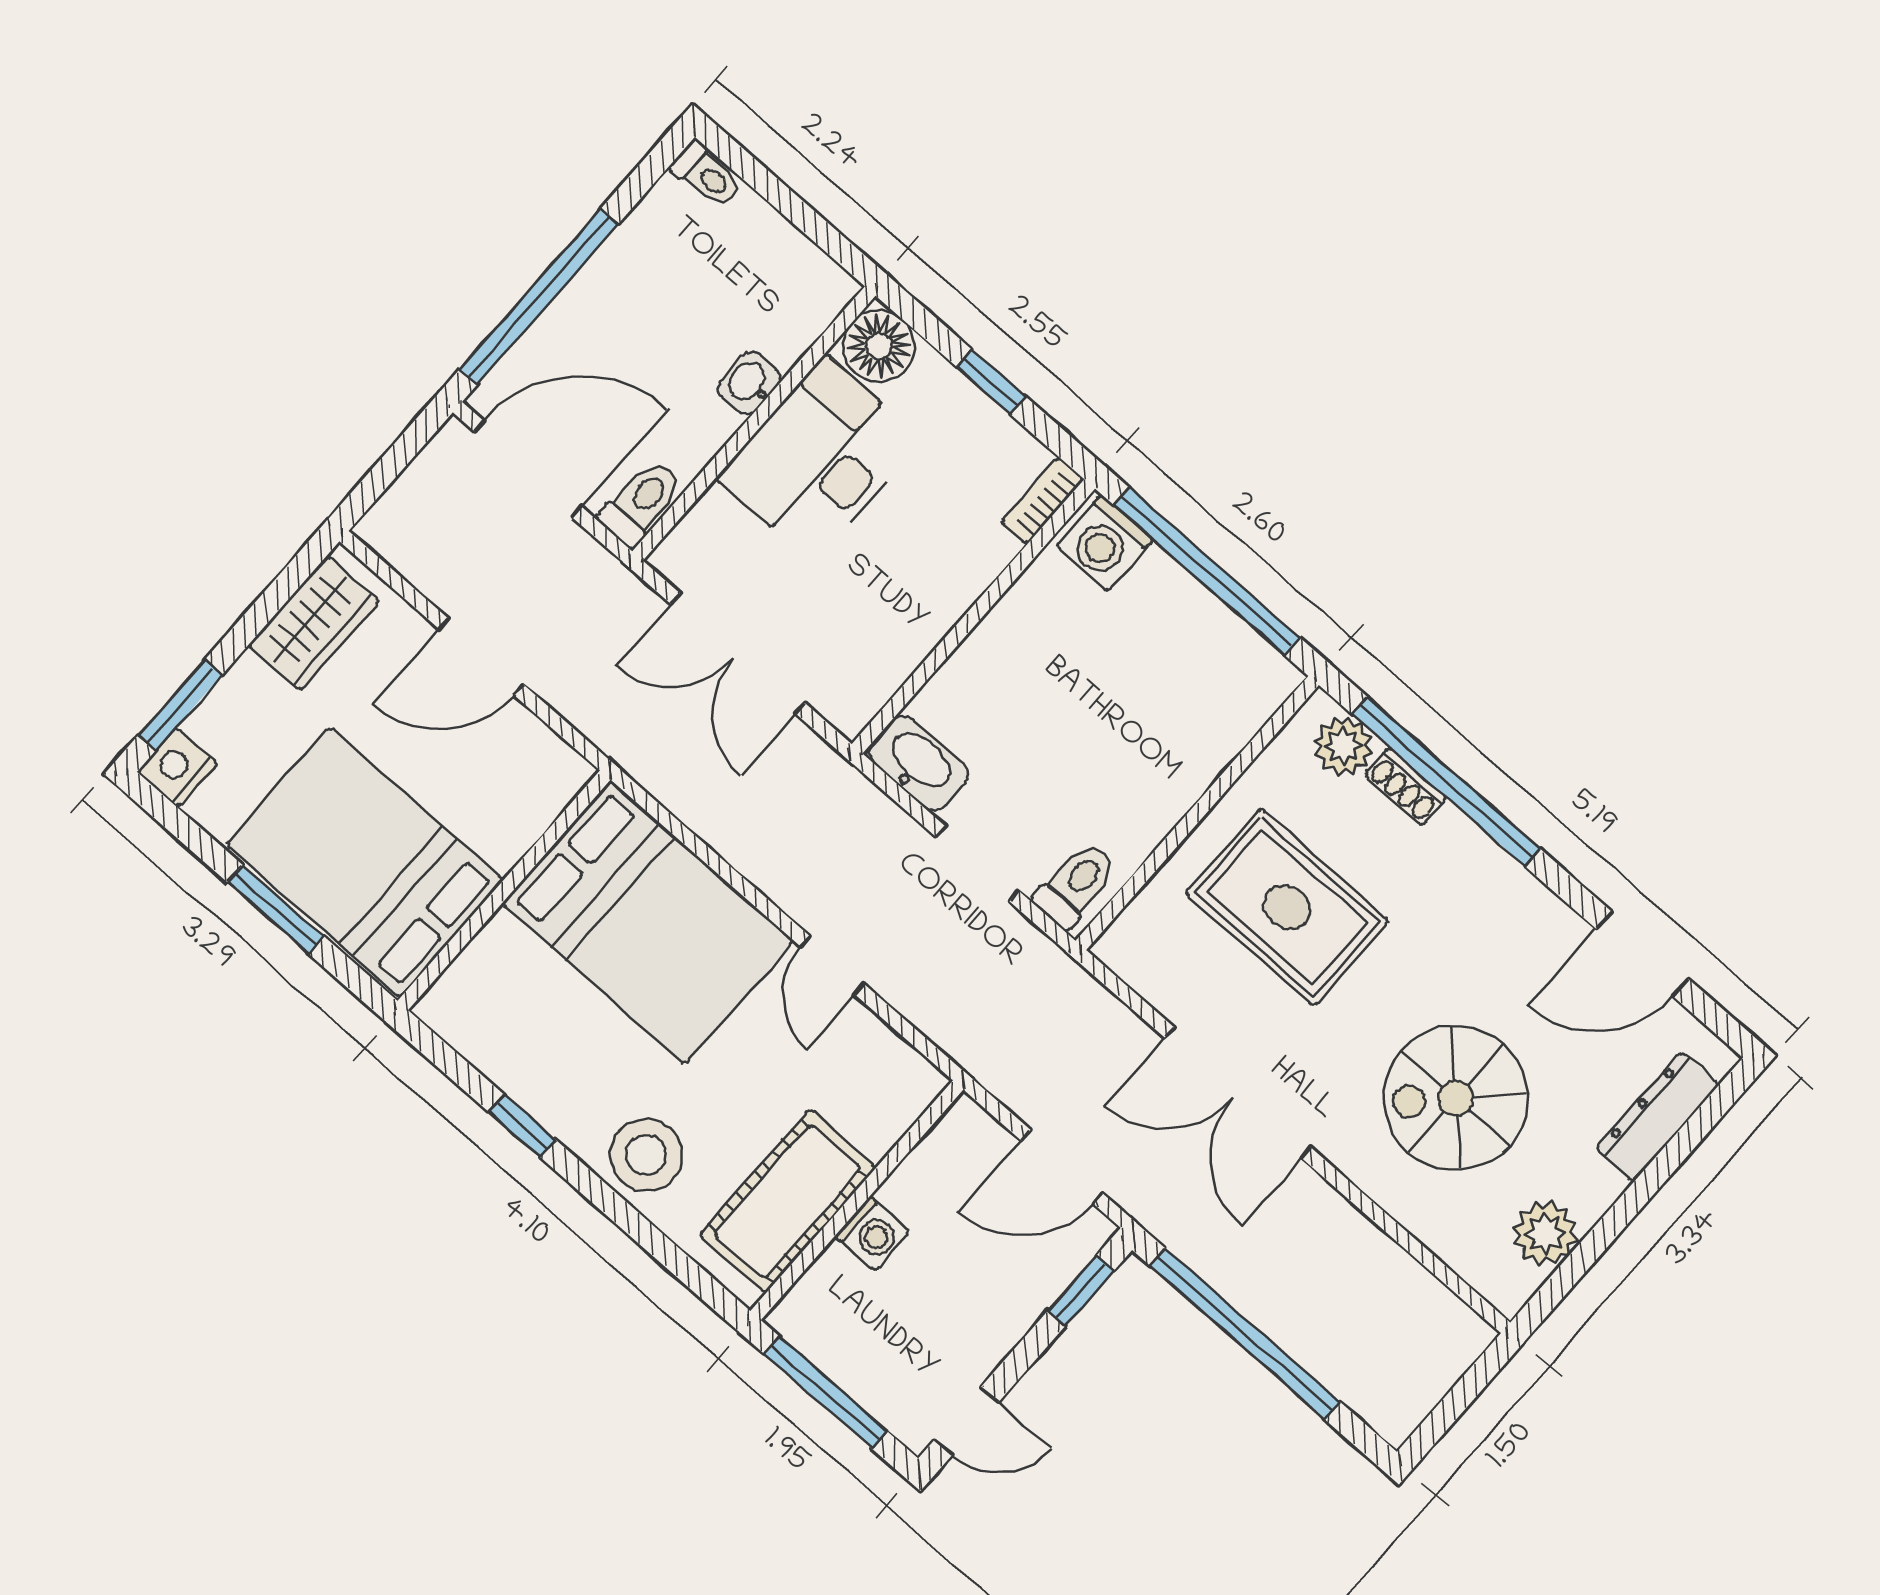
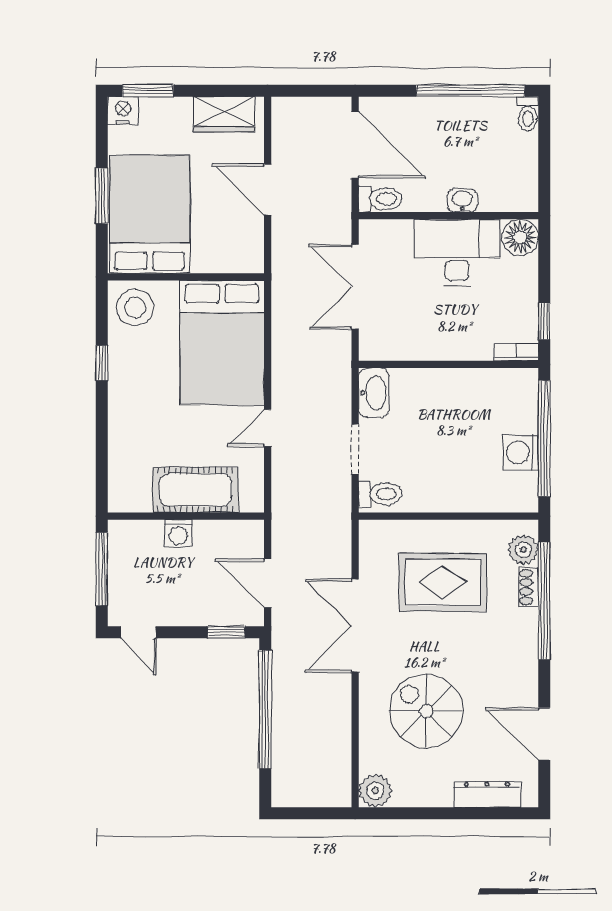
window: (539, 297) -> (471, 91), moved
window: (991, 382) -> (544, 321), moved
washing machine: (1105, 543) -> (521, 452), moved
rug: (1287, 907) -> (443, 582), turned 90
stool: (646, 1155) -> (135, 308), moved
cot: (787, 1201) -> (195, 490), moved
plant: (1545, 1233) -> (375, 791), moved

